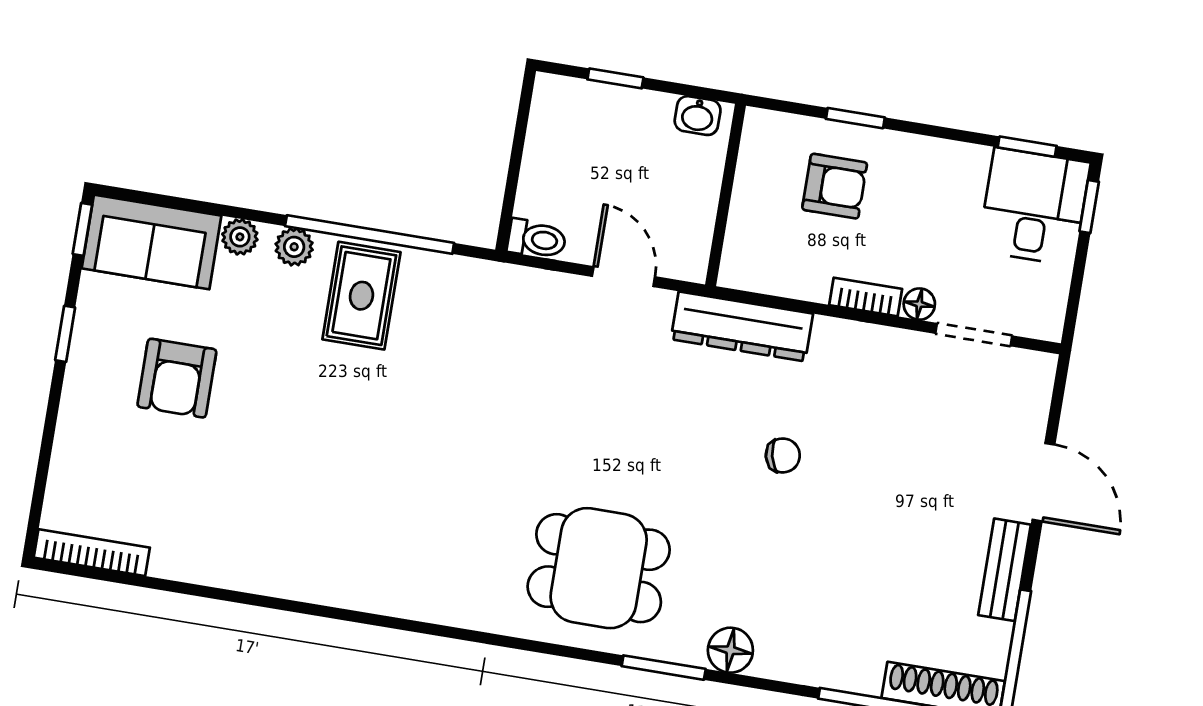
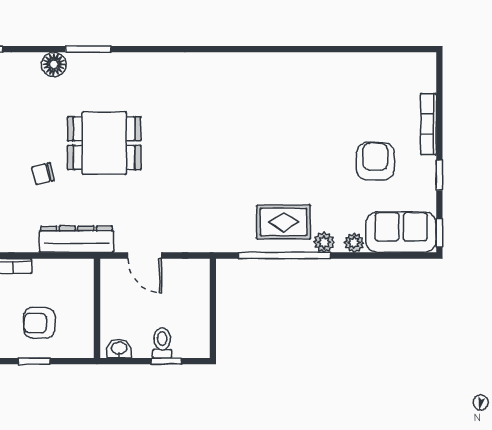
toilet: (537, 239) -> (162, 343), moved, turned 90
rug: (361, 296) -> (284, 222), turned 90
bookcase: (92, 553) -> (428, 124), moved, turned 90
dining table: (599, 568) -> (104, 143), moved

